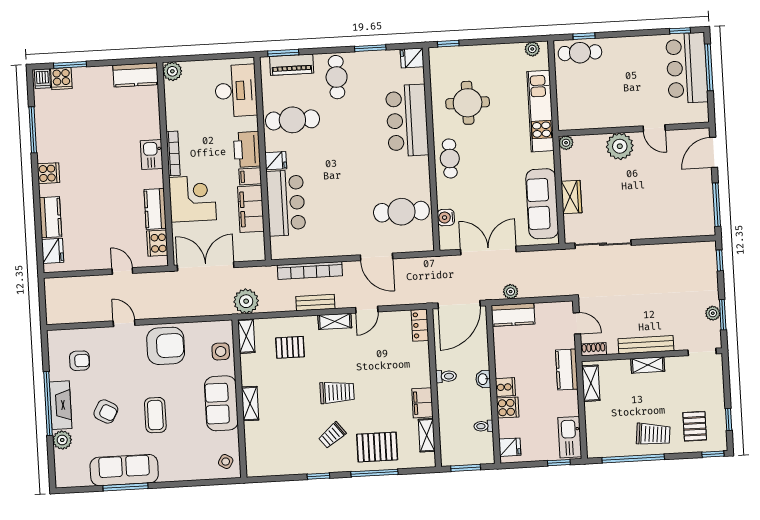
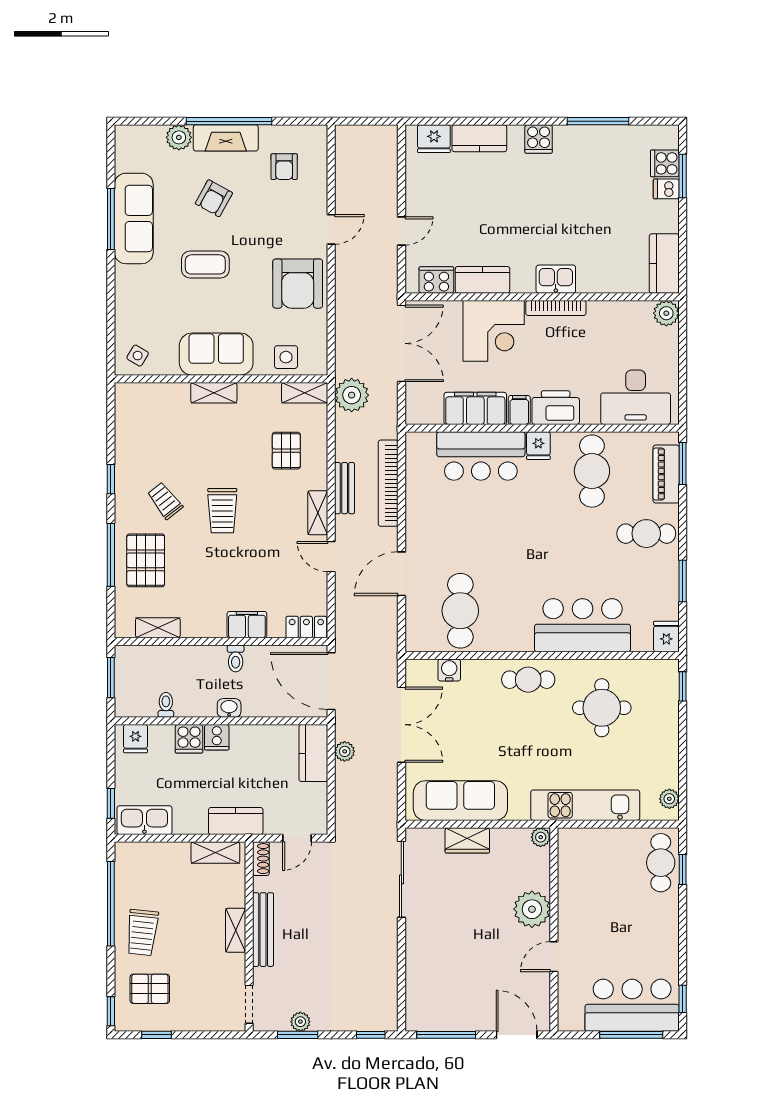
dishwasher: (42, 79) -> (666, 189), moved
filing cabinet: (422, 403) -> (247, 625), moved

